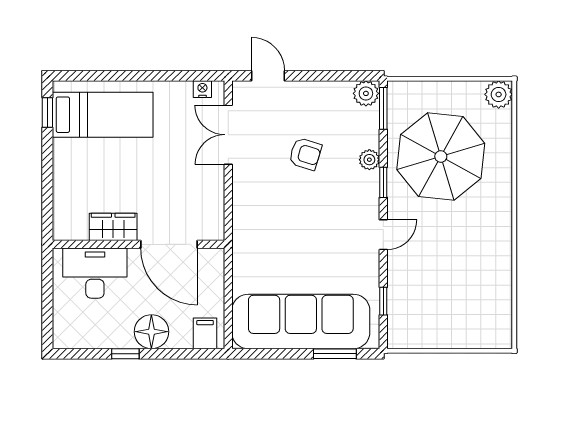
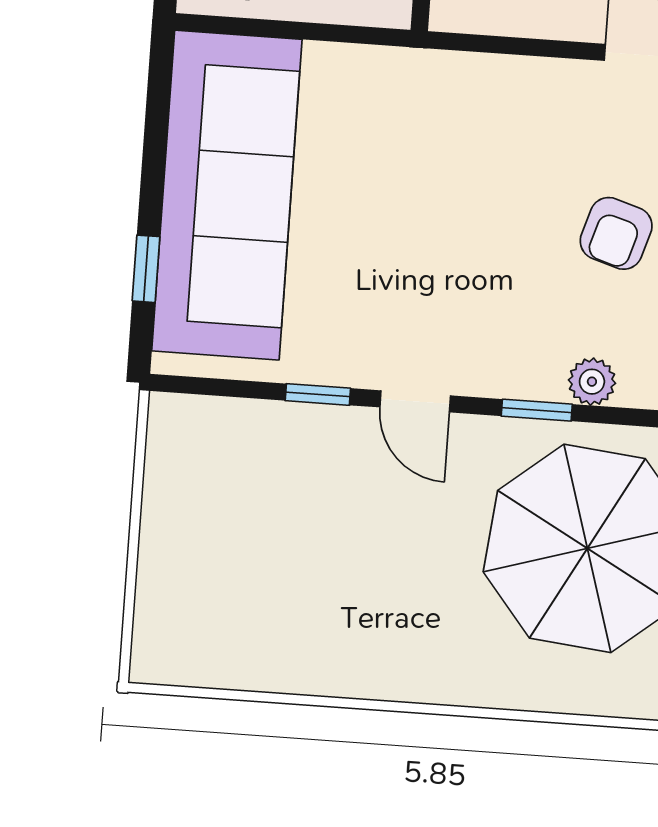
window: (383, 301) -> (318, 394), moved
window: (335, 354) -> (146, 269), width x0.67

